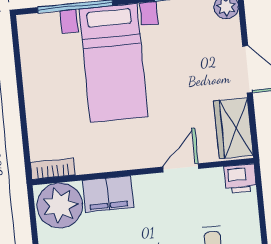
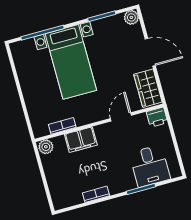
bookcase: (53, 169) -> (62, 126), moved
plant: (60, 205) -> (46, 147), width x0.53, depth x0.53

